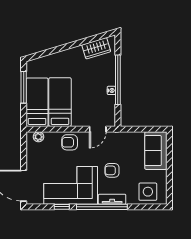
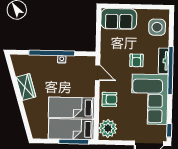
wardrobe: (96, 48) -> (26, 87), moved
window: (24, 87) -> (74, 142), moved
plant: (39, 137) -> (108, 128), width x1.88, depth x1.88
armchair: (70, 142) -> (109, 99), turned -90
window: (62, 207) -> (169, 130), moved

